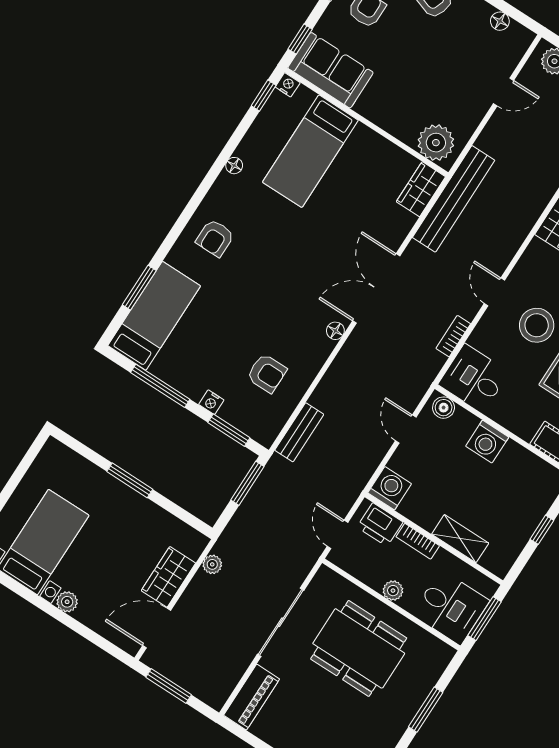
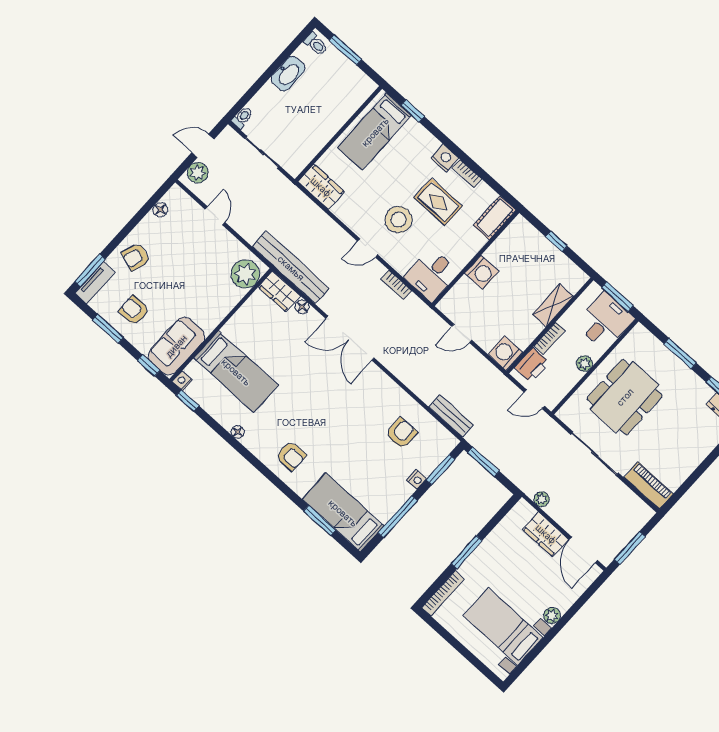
floor lamp: (335, 331) -> (302, 307), moved
boiler: (444, 408) -> (450, 302), removed
bookcase: (73, 459) -> (443, 593), added

